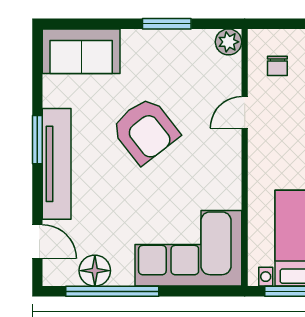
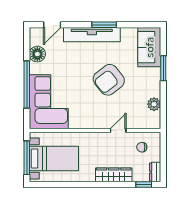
window: (167, 24) -> (163, 68), moved
plant: (228, 42) -> (154, 104), moved
door: (245, 112) -> (118, 131), hinge flipped
window: (112, 291) -> (27, 84), moved

